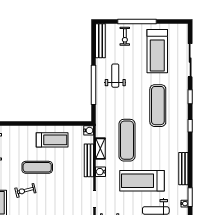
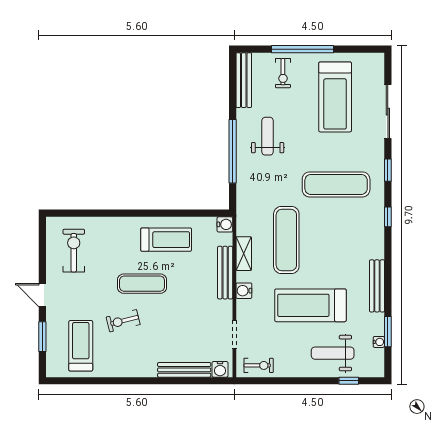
exercise mat: (158, 106) -> (336, 184), turned 90

